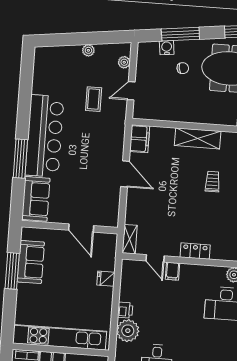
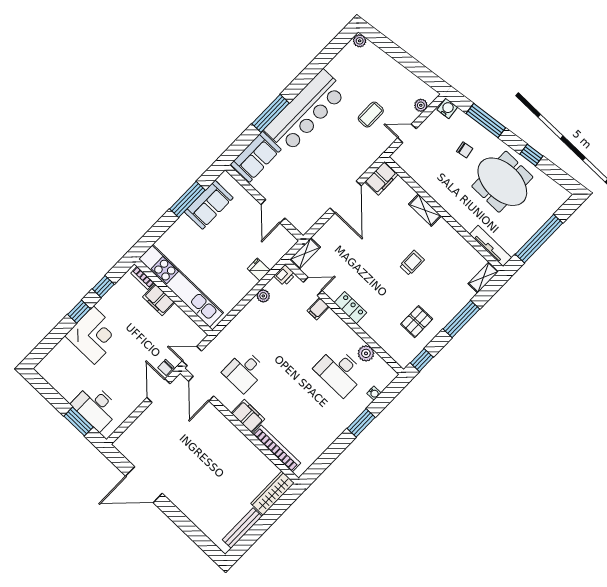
water cooler: (167, 48) -> (447, 109), moved
plant: (88, 50) -> (360, 41), moved
shelving: (198, 138) -> (425, 210), width x0.67, depth x0.75
door: (125, 174) -> (346, 197), width x1.36
door: (155, 258) -> (313, 286), swing flipped
printer: (125, 310) -> (285, 275), moved
plant: (128, 331) -> (263, 296), moved, width x0.53, depth x0.53

